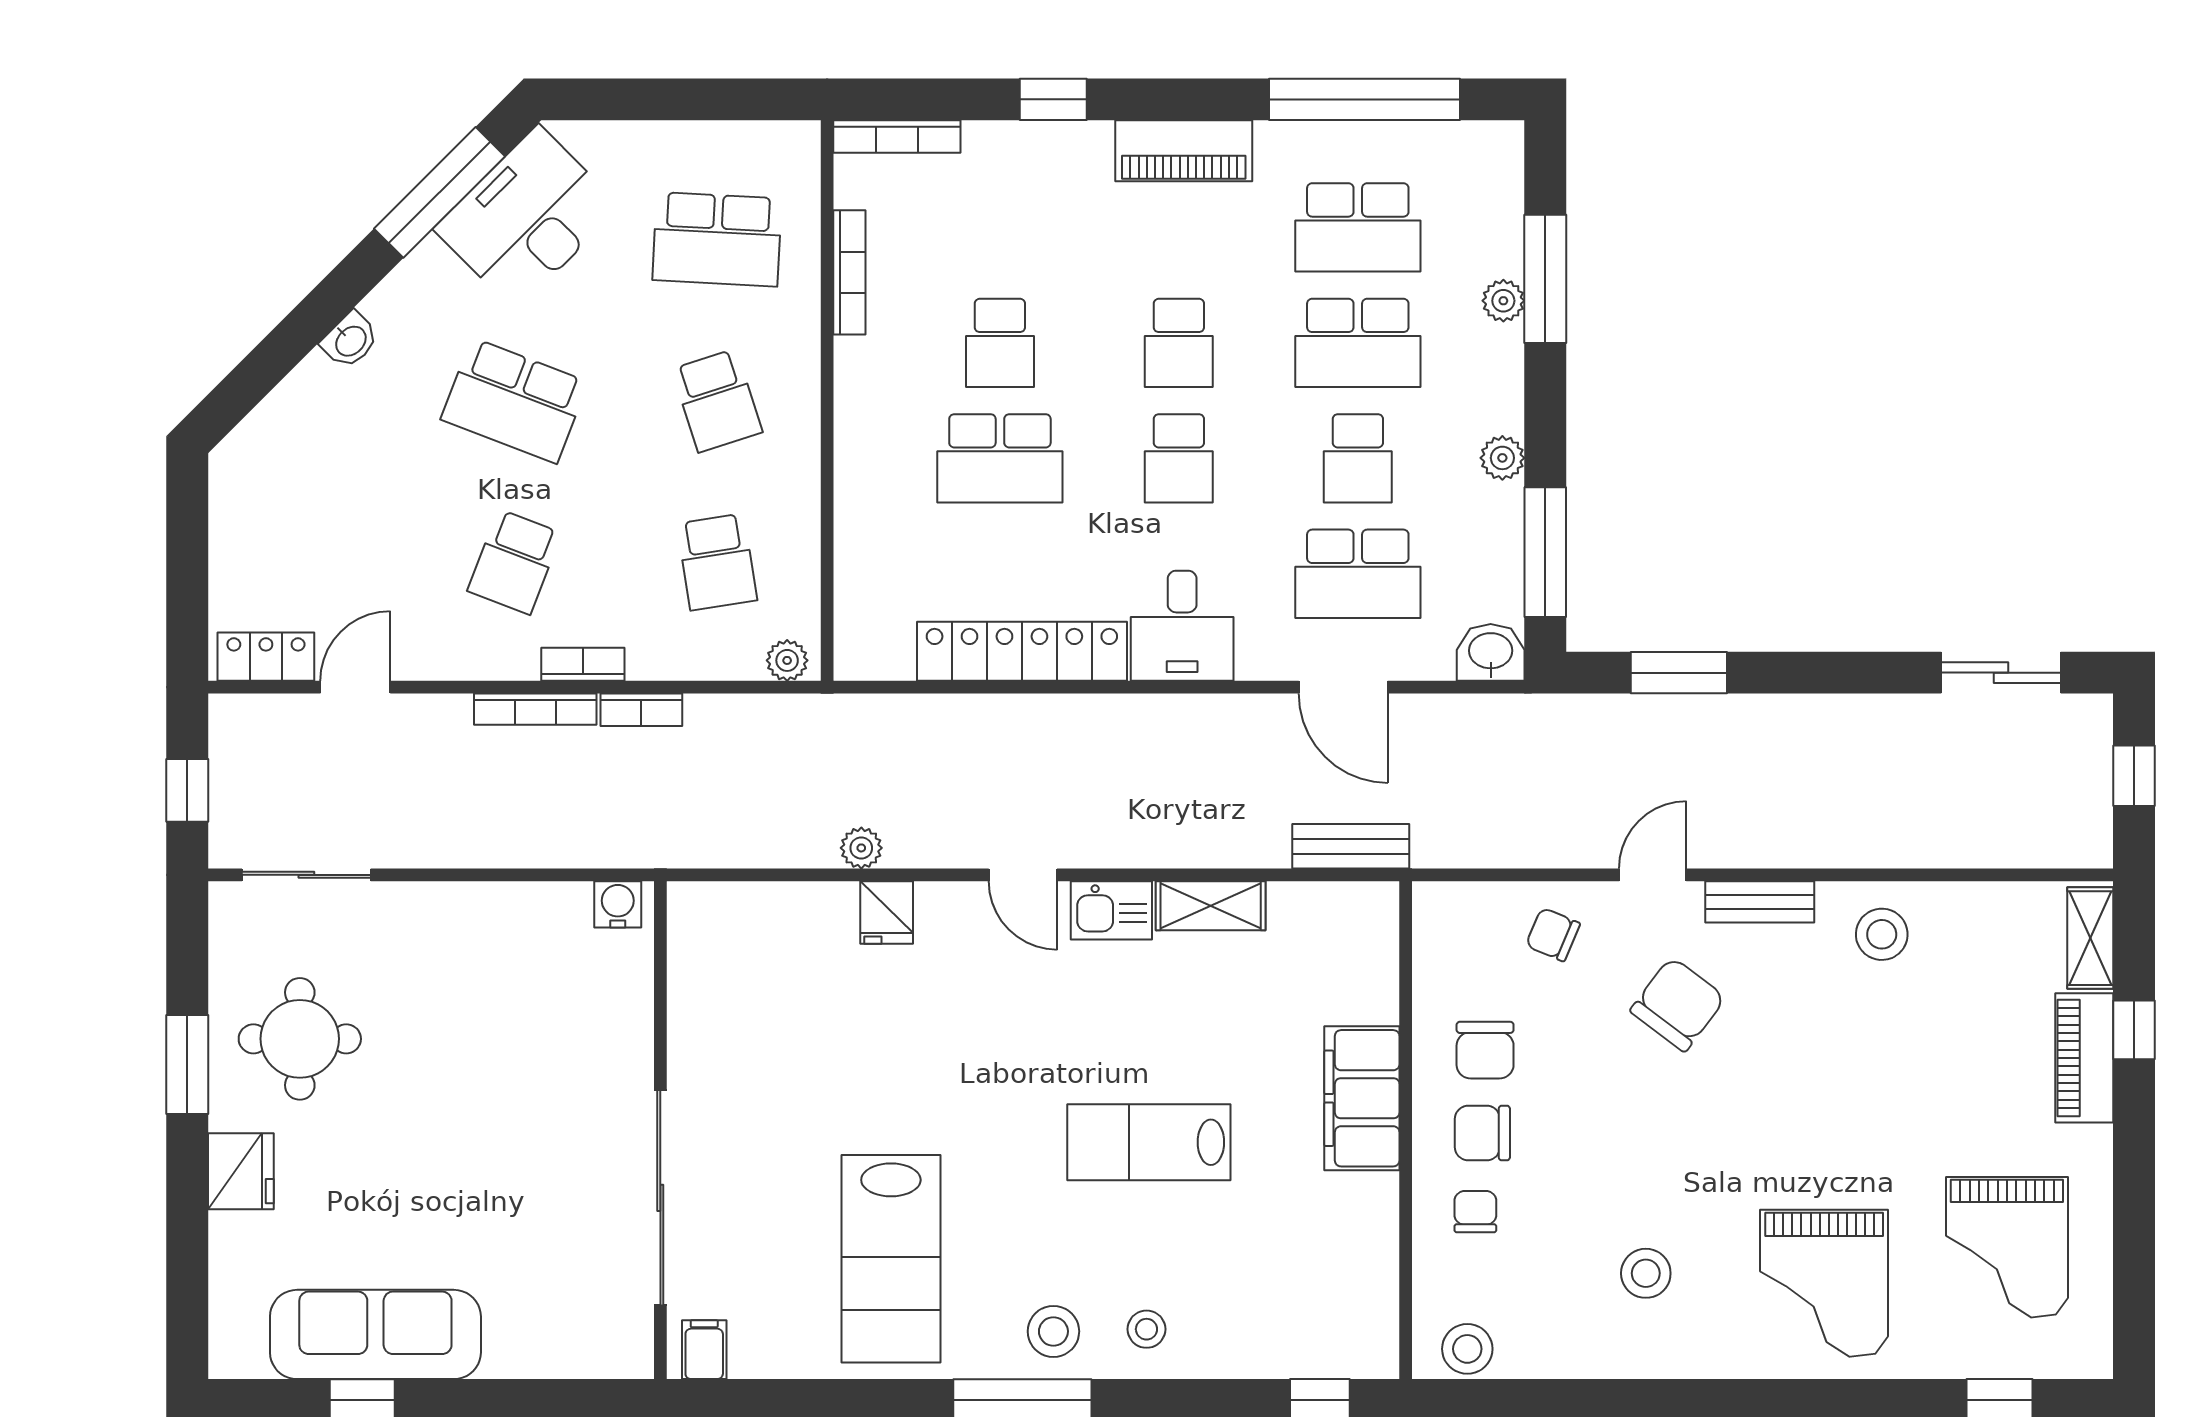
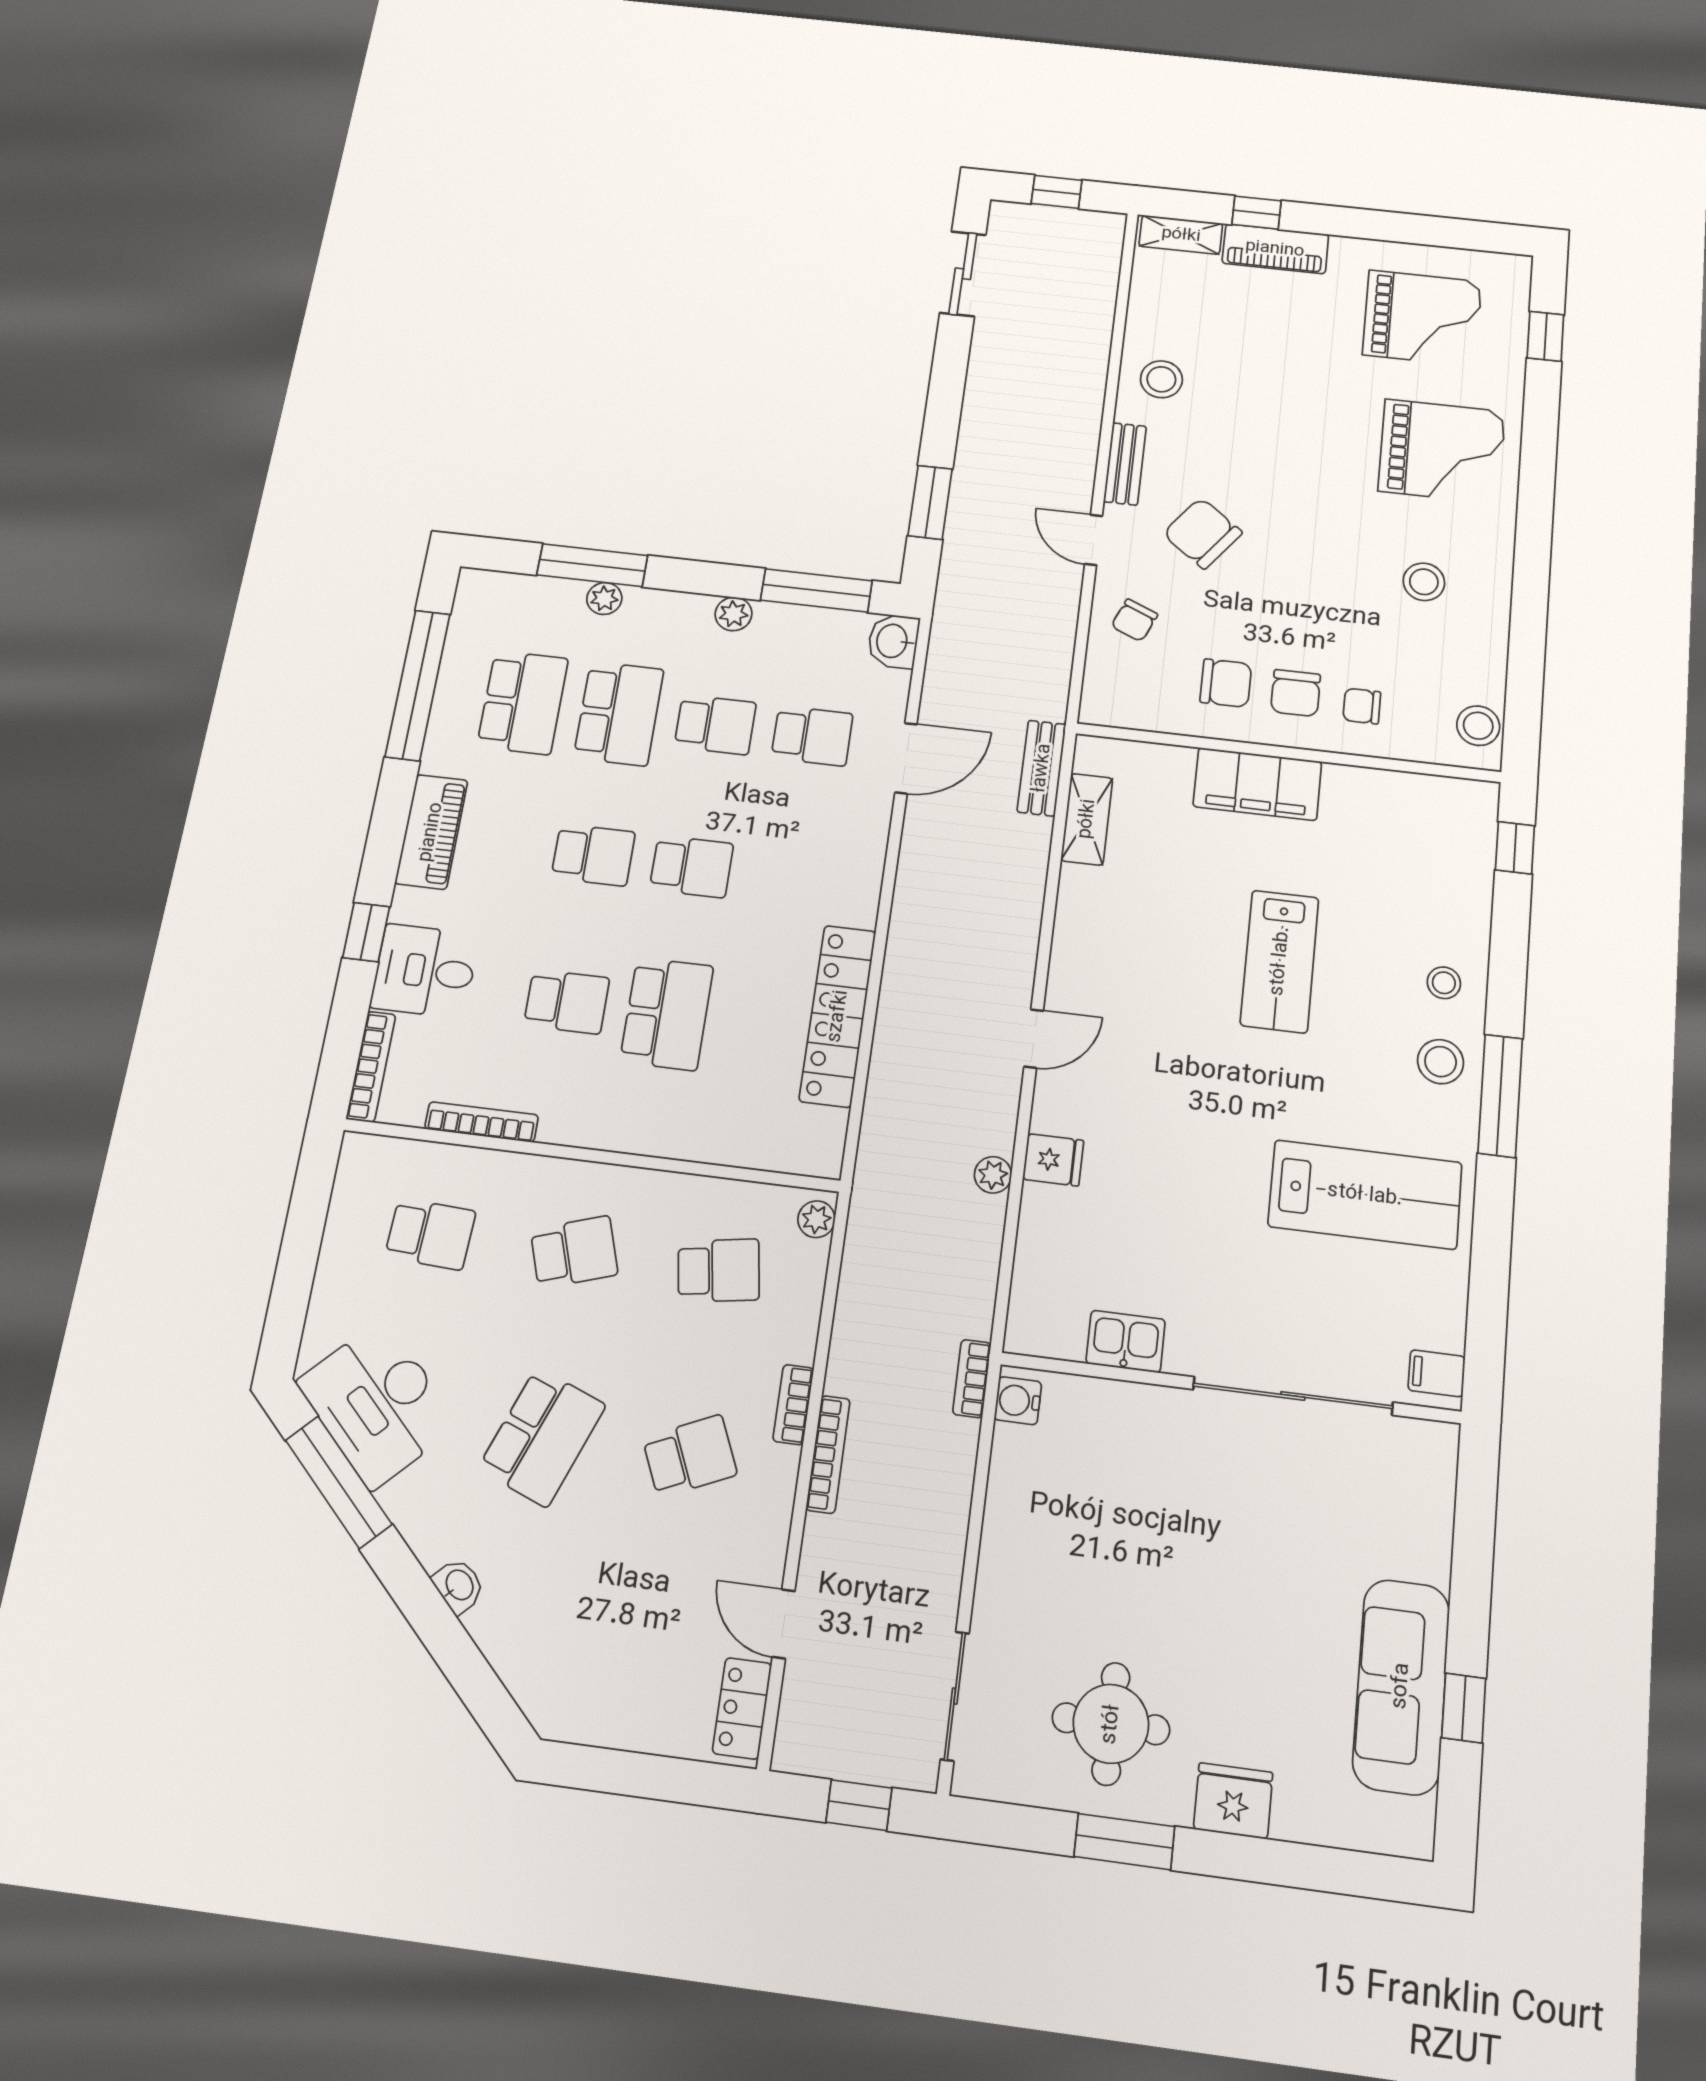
school desk: (717, 239) -> (430, 1234), width x0.54
school desk: (514, 562) -> (690, 1456), turned -45
school desk: (1358, 574) -> (812, 736), width x0.54
desk: (1182, 626) -> (425, 971), moved, turned 180
bookcase: (641, 710) -> (972, 1379), moved, turned 180
shelving: (1211, 906) -> (1087, 819), moved
kitchen sink: (1111, 910) -> (1126, 1341), moved, turned -90

